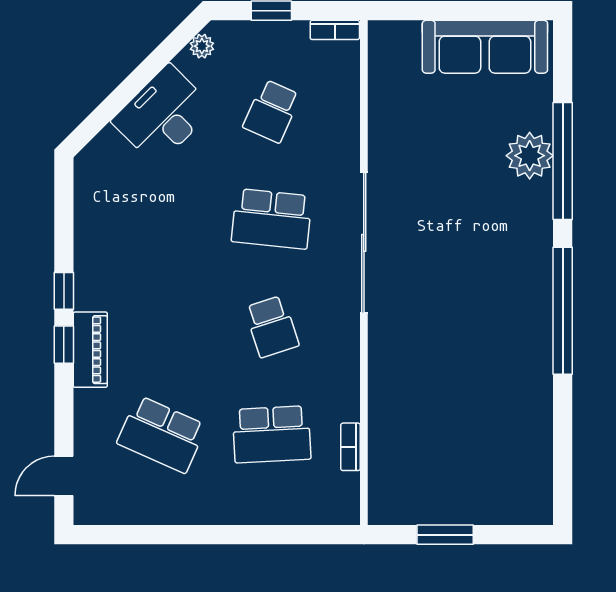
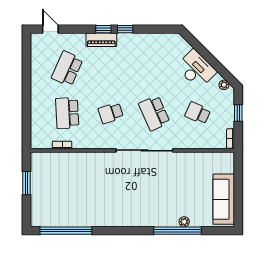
plant: (530, 156) -> (184, 222), width x0.53, depth x0.53
school desk: (272, 219) -> (154, 113), turned -30
window: (563, 311) -> (66, 231), moved

